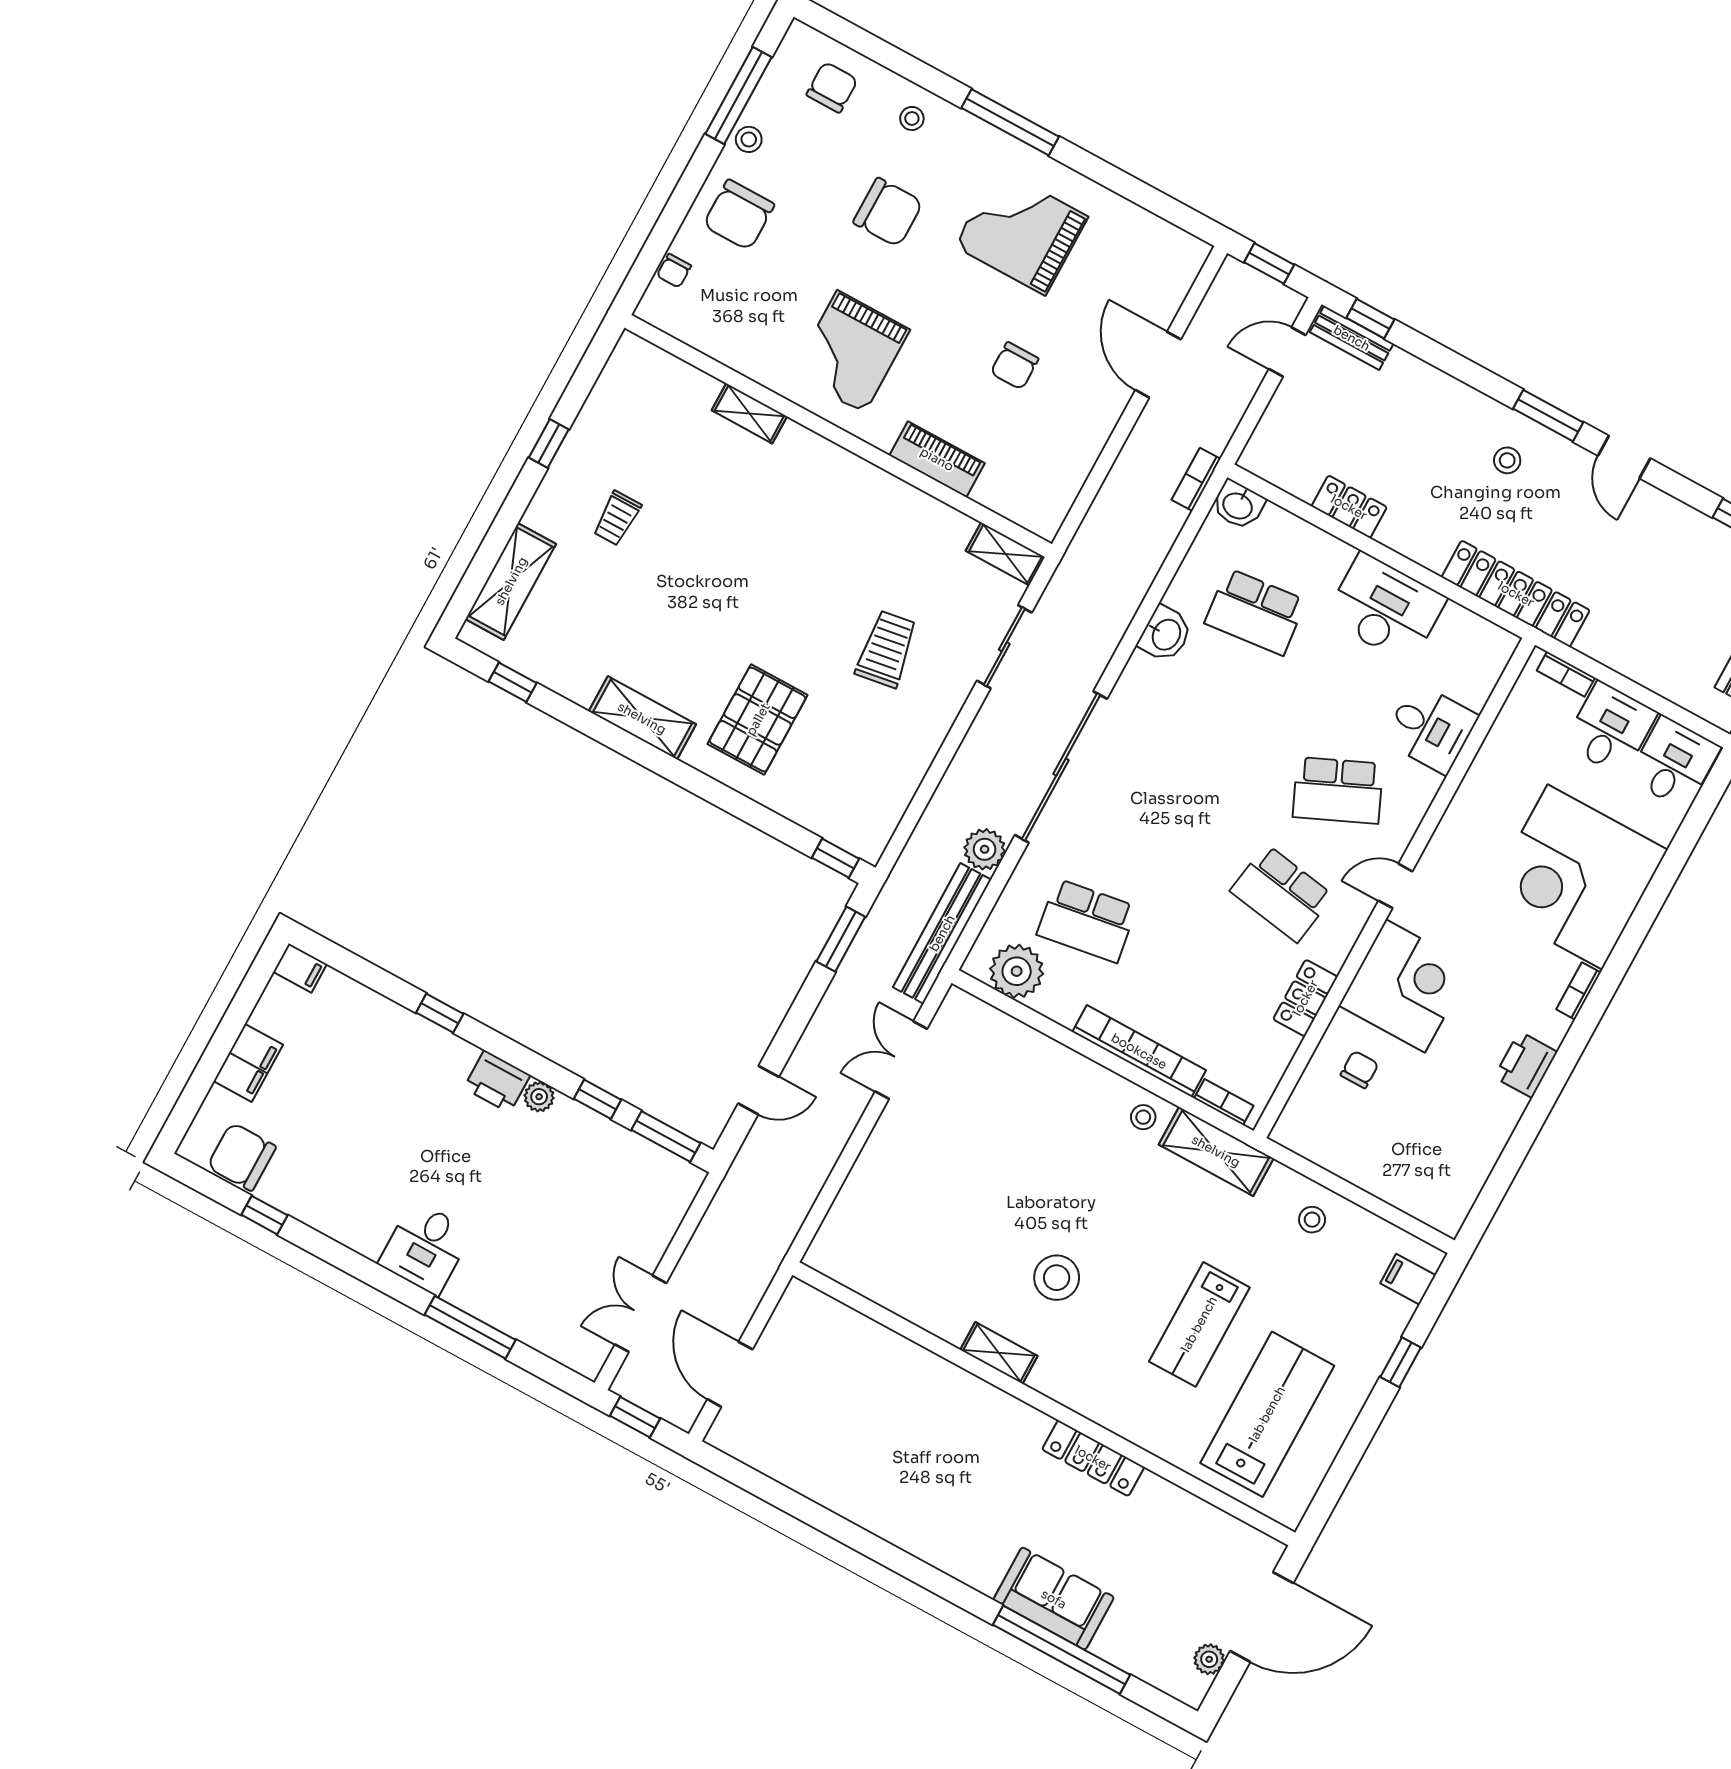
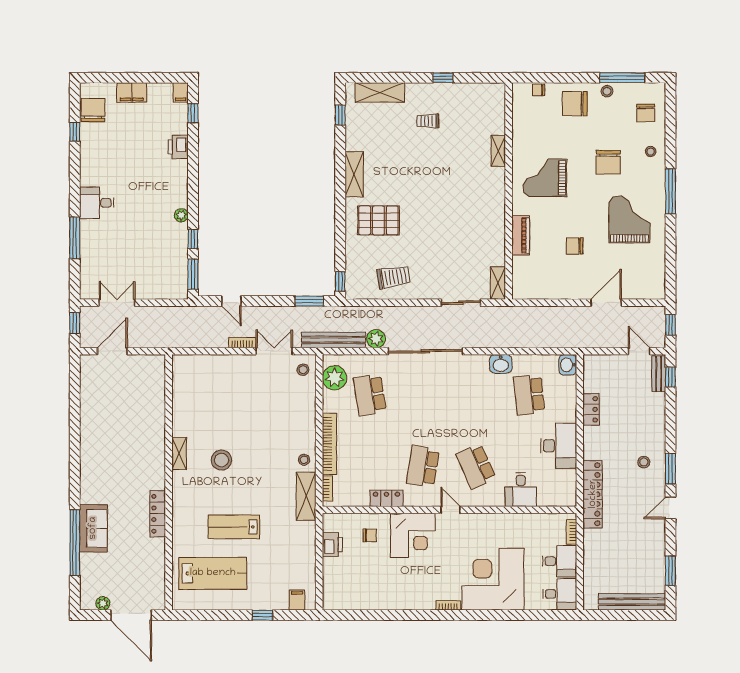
chair: (832, 87) -> (646, 113), turned 90
bookcase: (1196, 479) -> (242, 343), moved
trolley: (886, 649) -> (394, 277), moved
window: (440, 1013) -> (193, 113), moved
printer: (1526, 1065) -> (332, 545), moved, turned 90
printer: (497, 1082) -> (178, 147), moved
stool: (1312, 1220) -> (303, 370), moved

